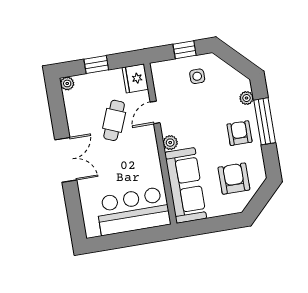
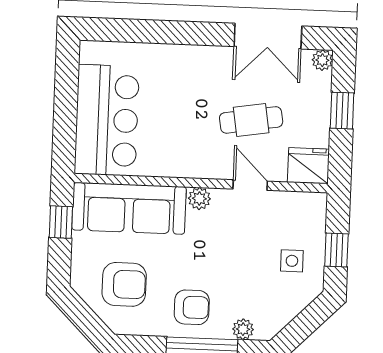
cafe table: (114, 120) -> (251, 120), turned -31
double door: (66, 160) -> (268, 36), moved
window: (203, 226) -> (61, 222), added

